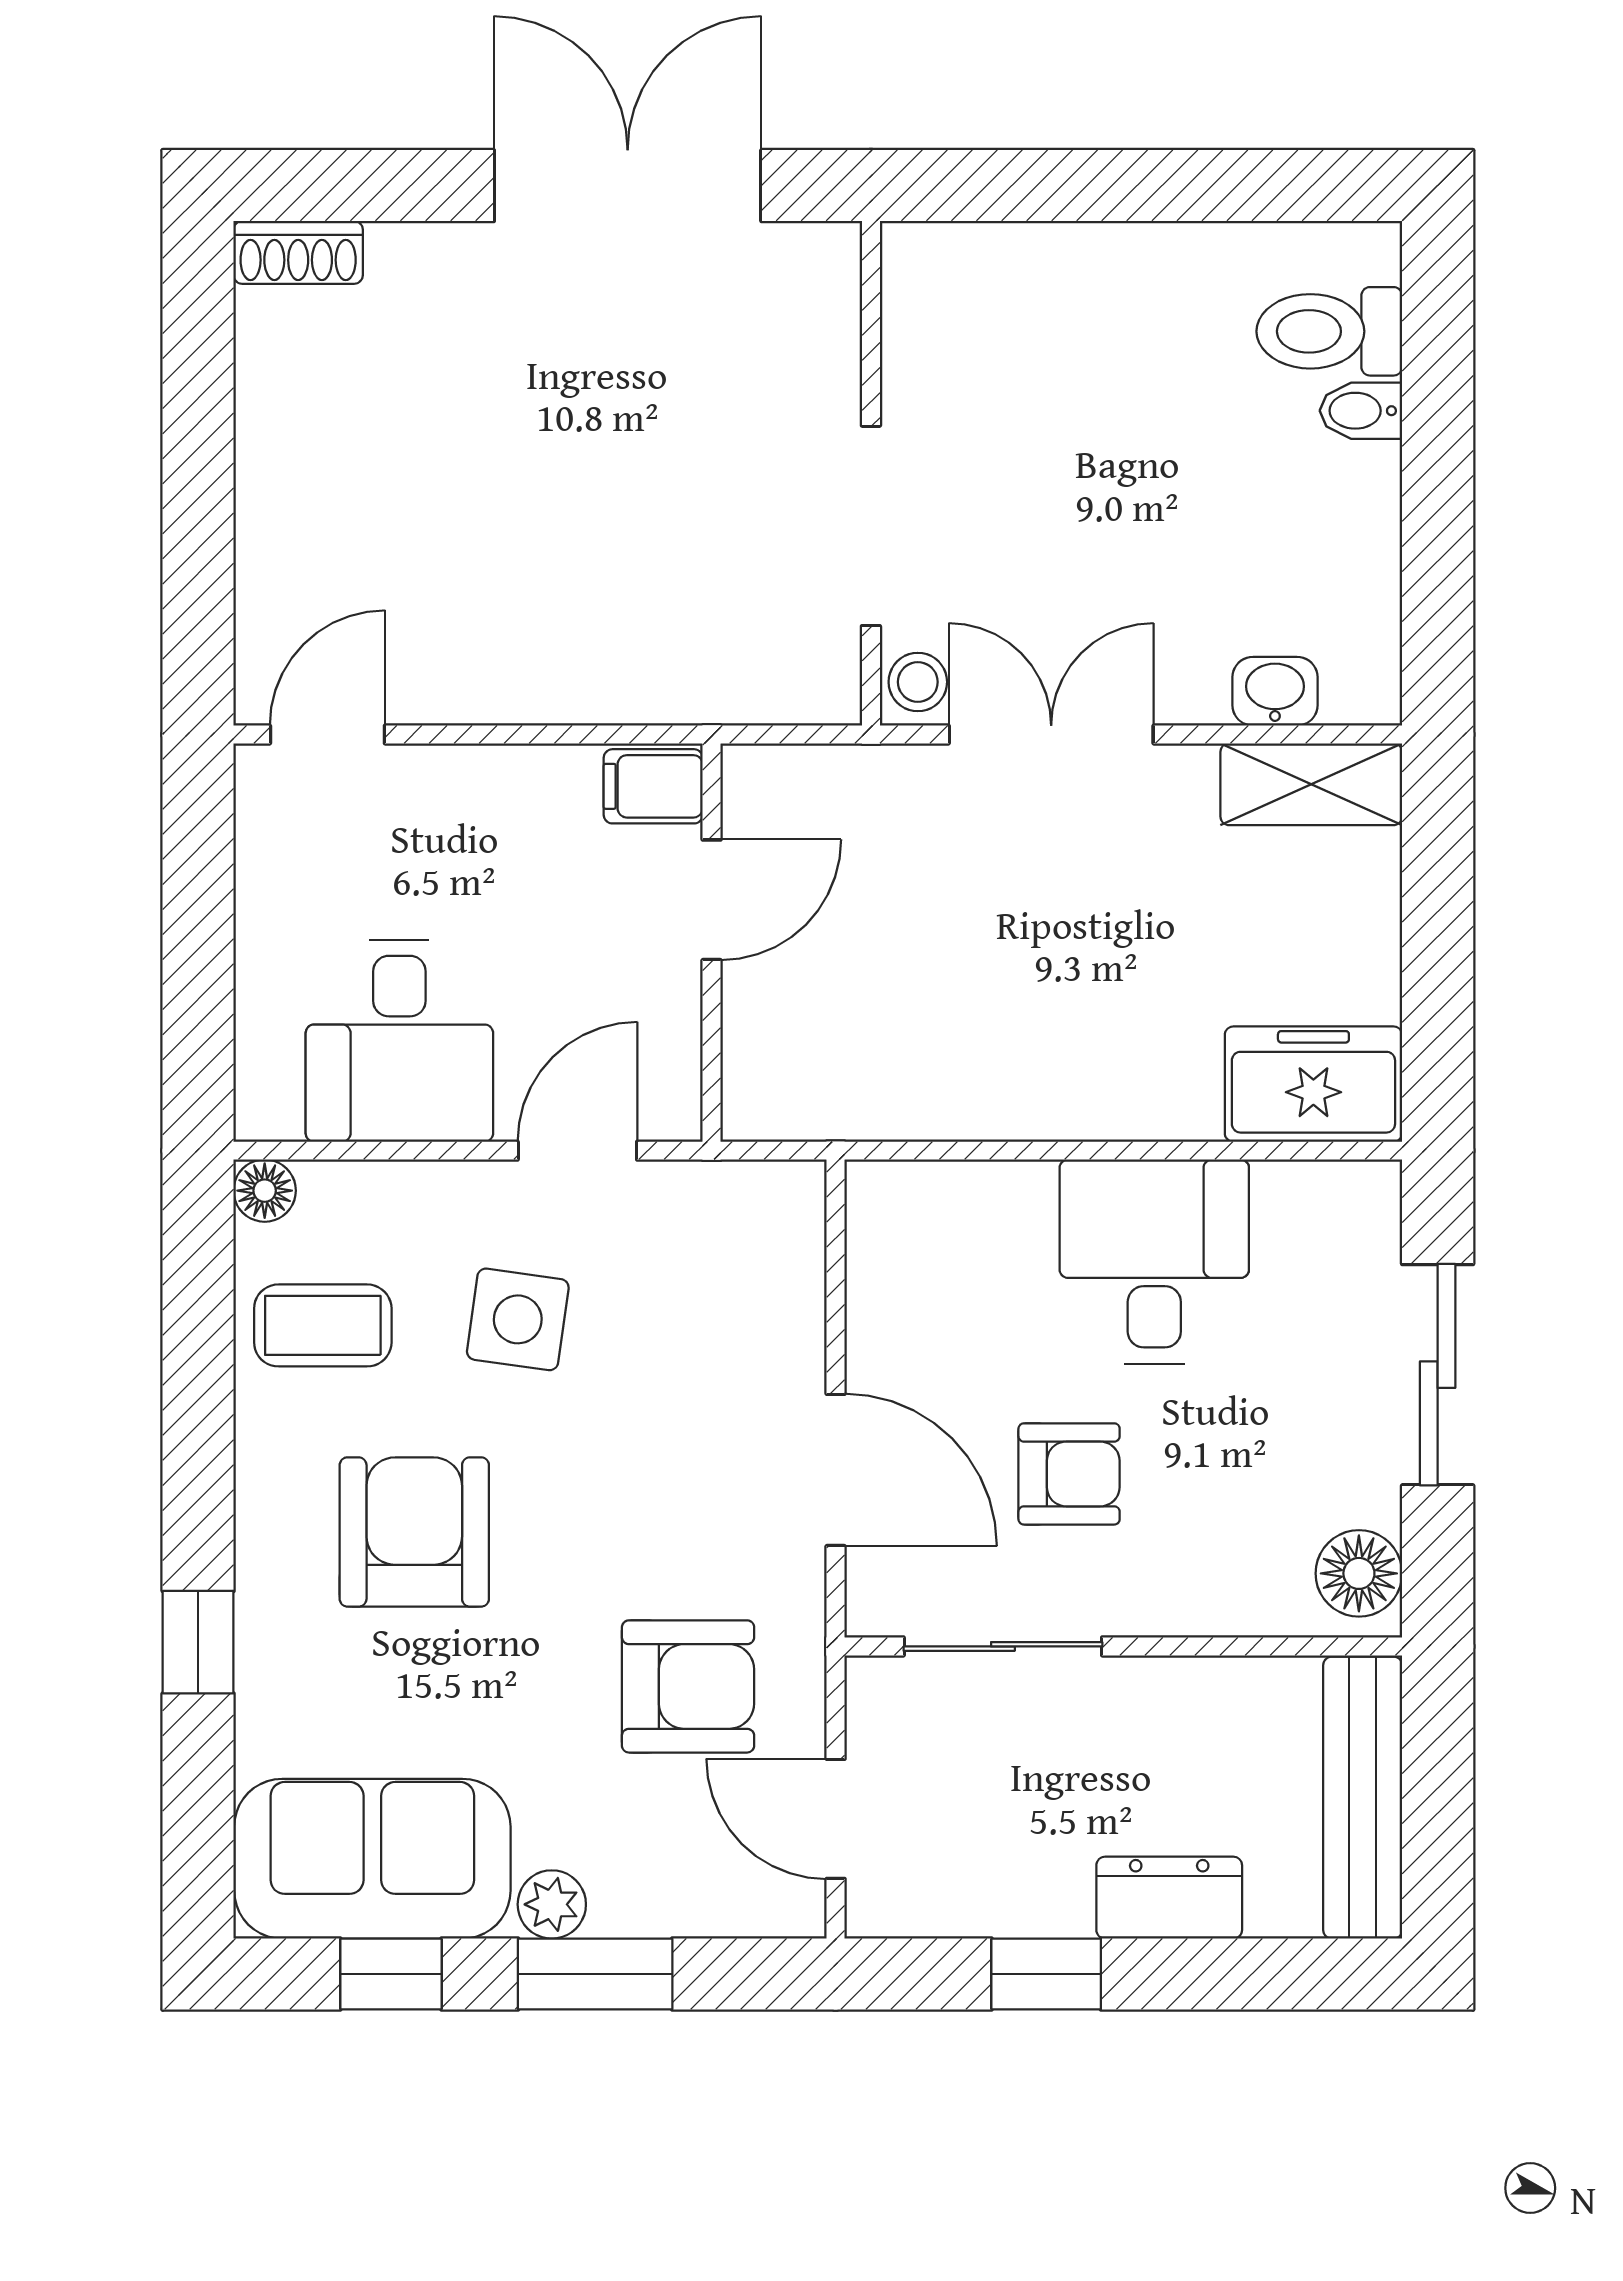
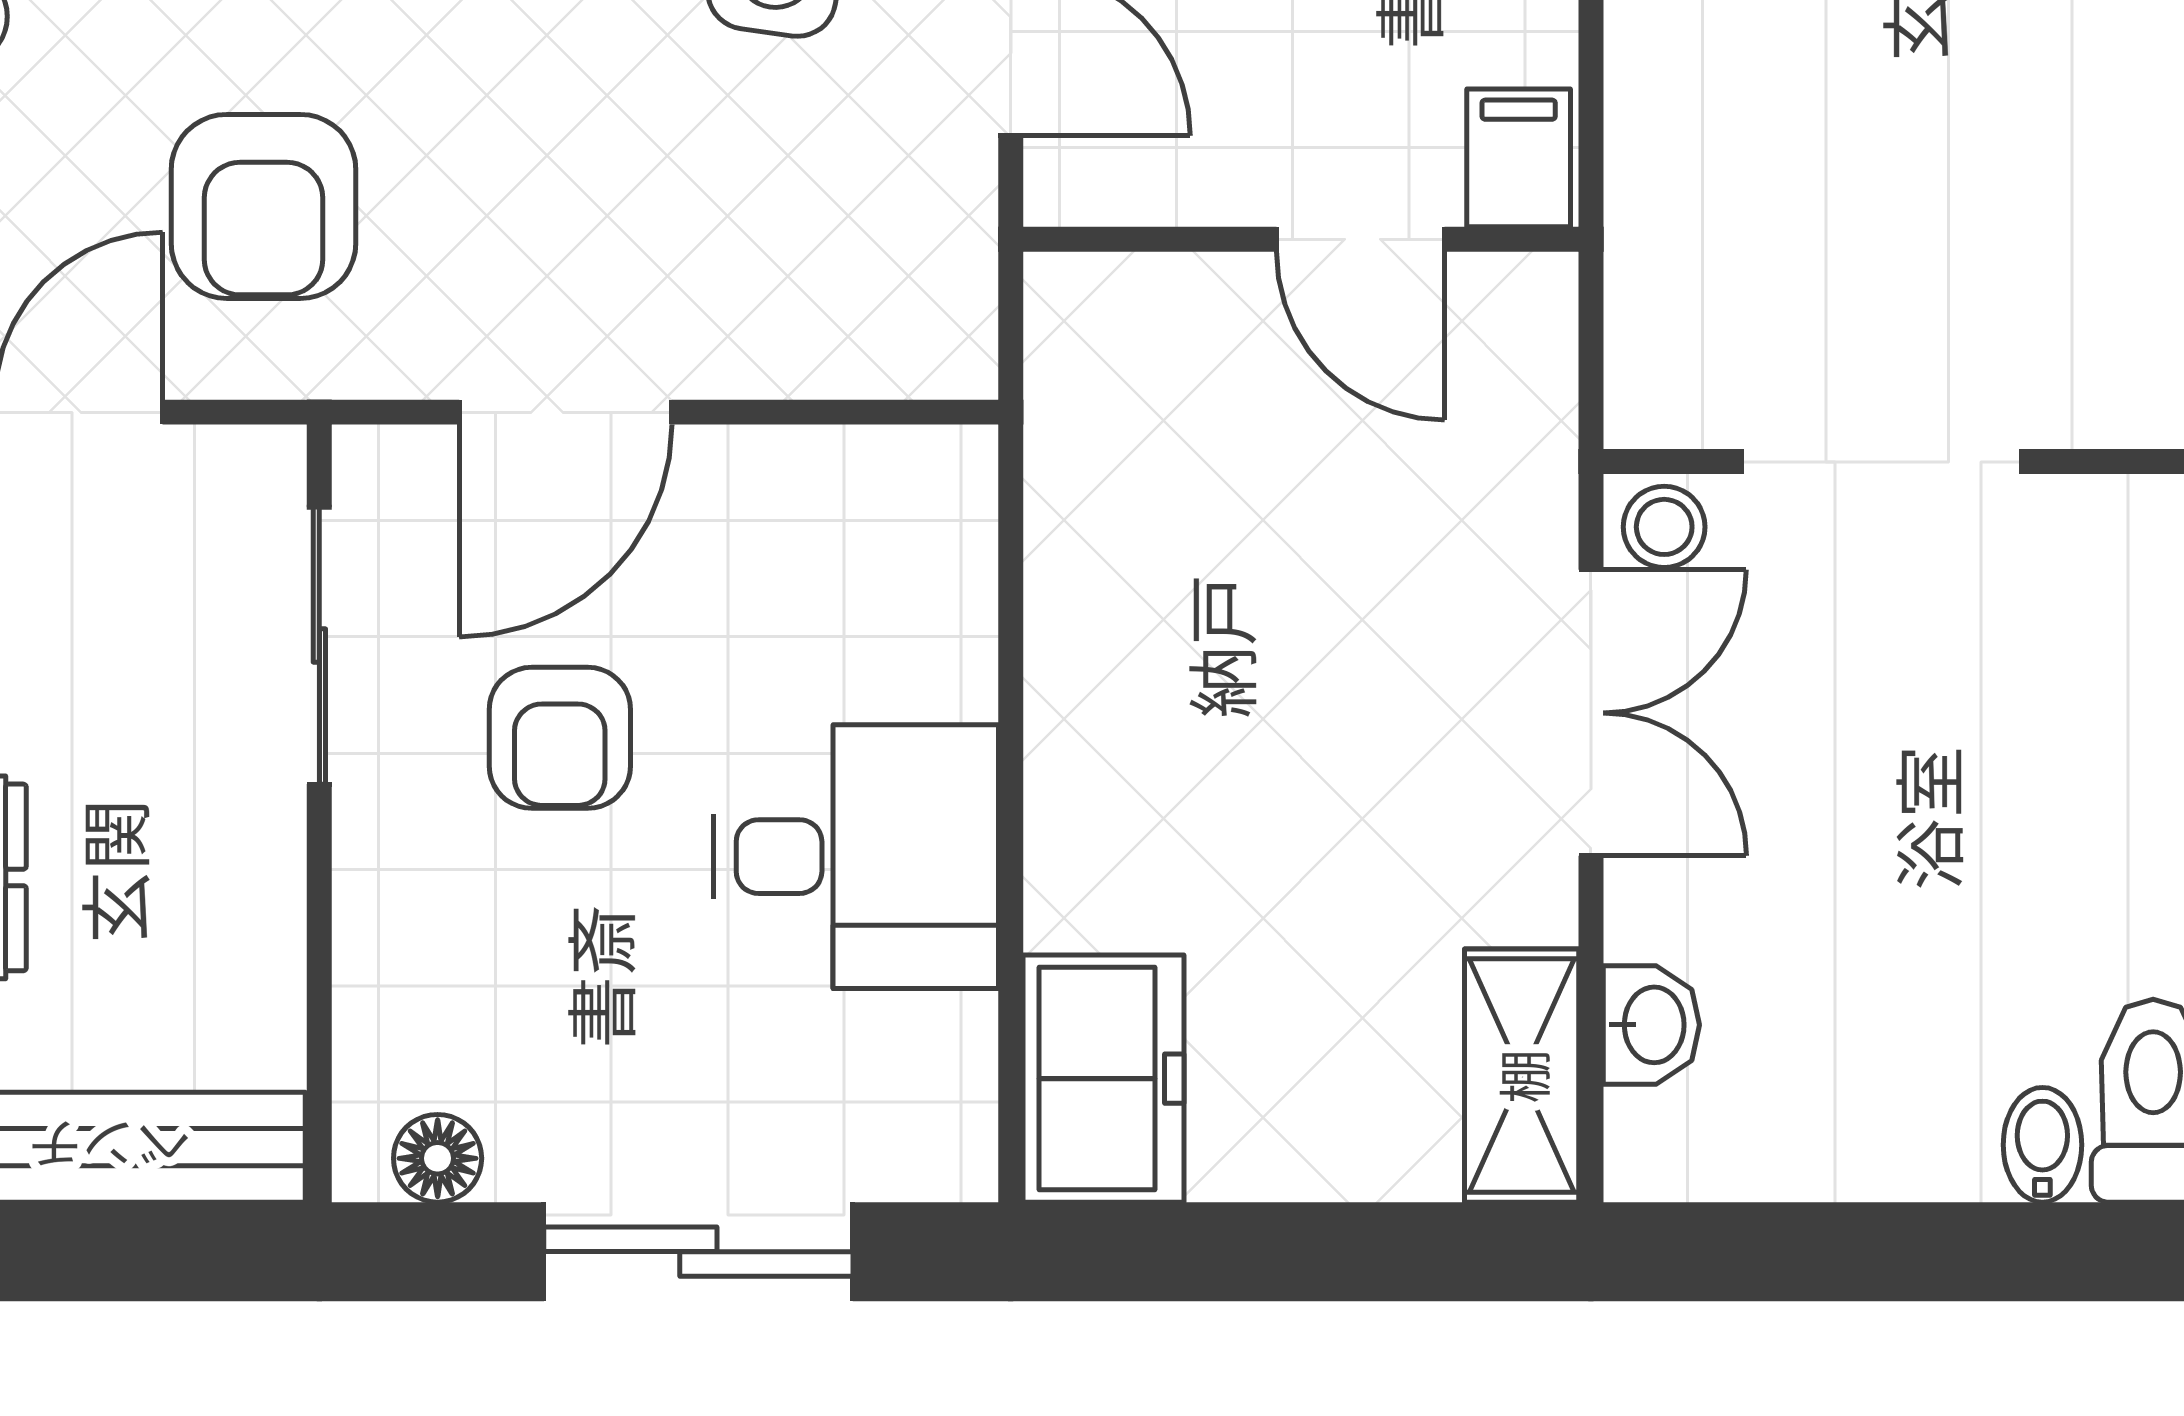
floor lamp: (1359, 1573) -> (438, 1158), width x0.73, depth x0.73

